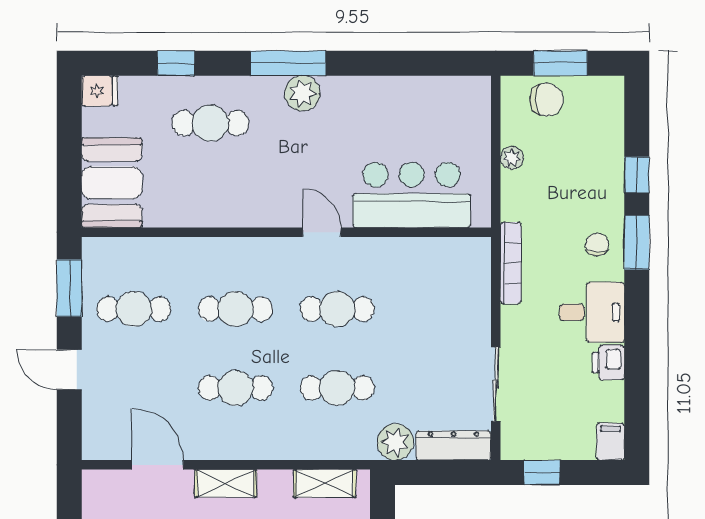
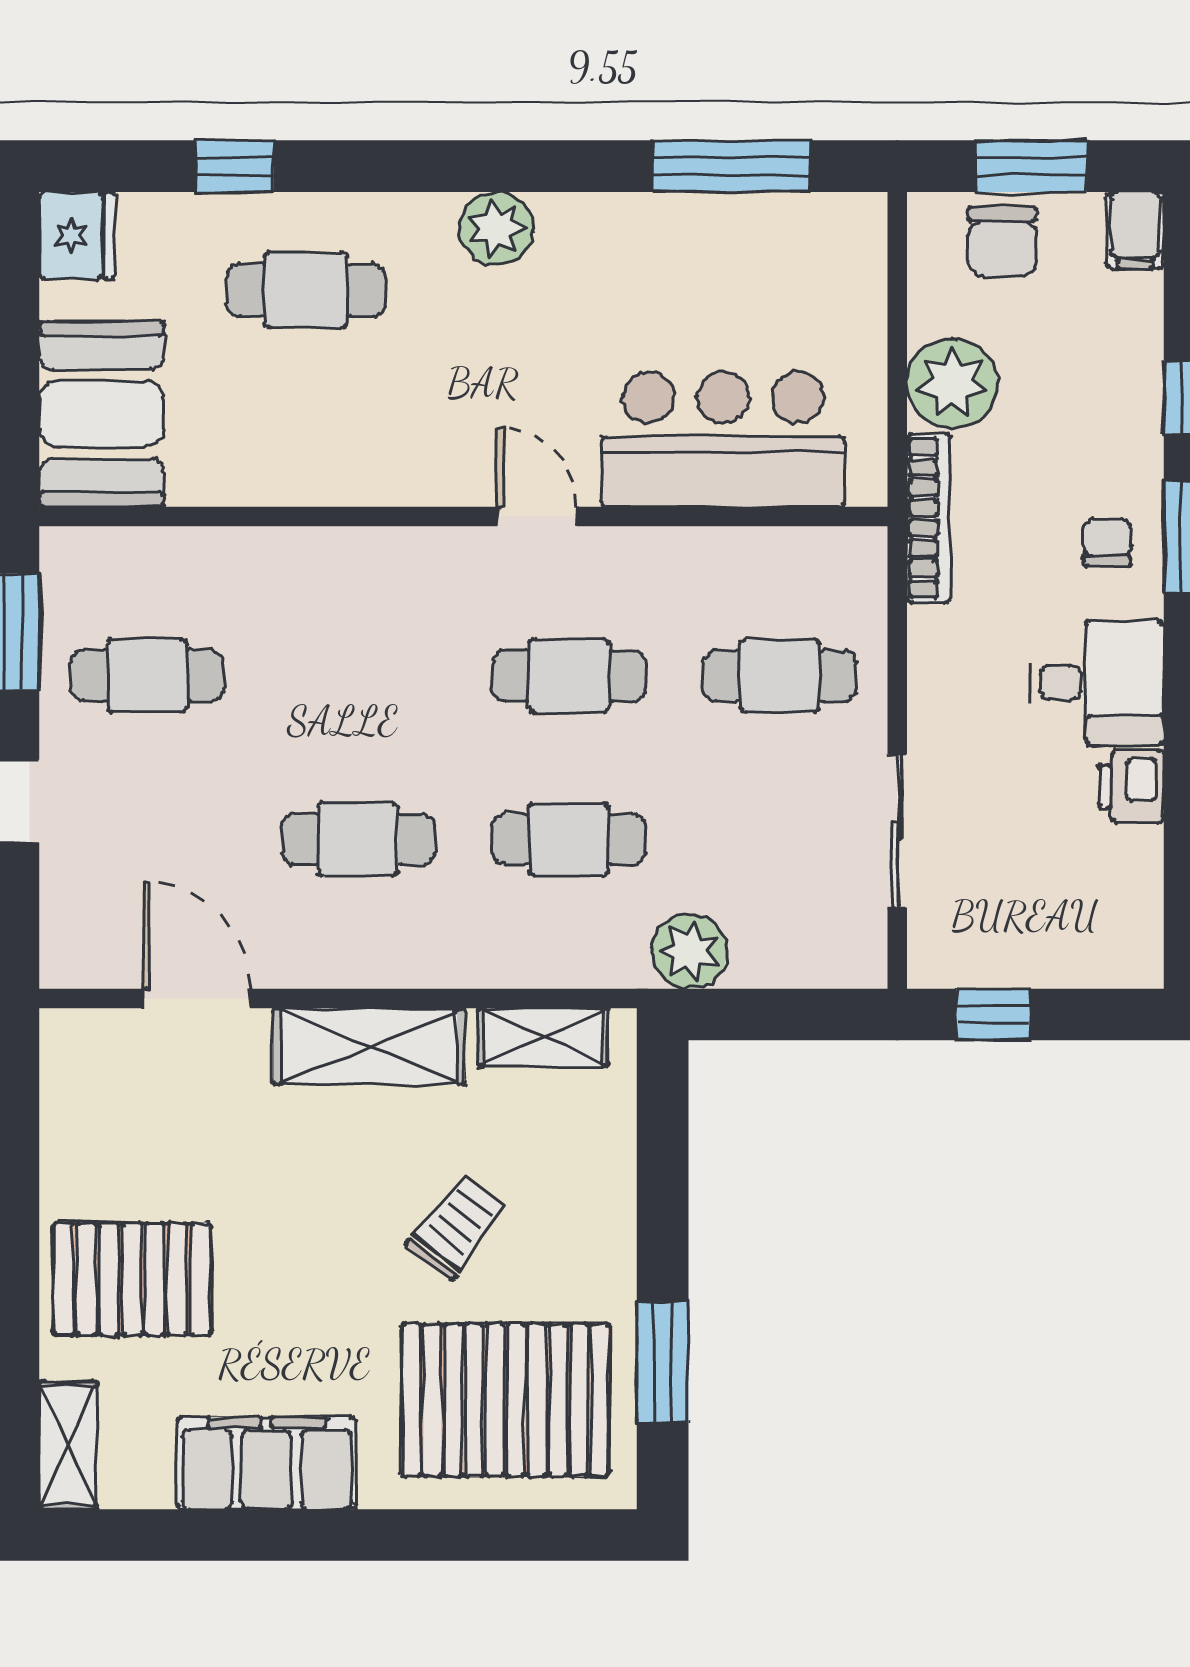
window: (288, 63) -> (731, 166), moved
fridge: (100, 91) -> (77, 235), width x1.38
chair: (546, 100) -> (1002, 242), turned 90
plant: (512, 158) -> (952, 383), width x1.88, depth x1.88
bookcase: (511, 263) -> (928, 518), moved
cafe table: (235, 309) -> (780, 676), moved
filing cabinet: (611, 442) -> (1135, 230), moved, turned 180
dresser: (454, 445) -> (810, 958), removed
shelving: (226, 483) -> (369, 1046), width x1.50, depth x1.33

